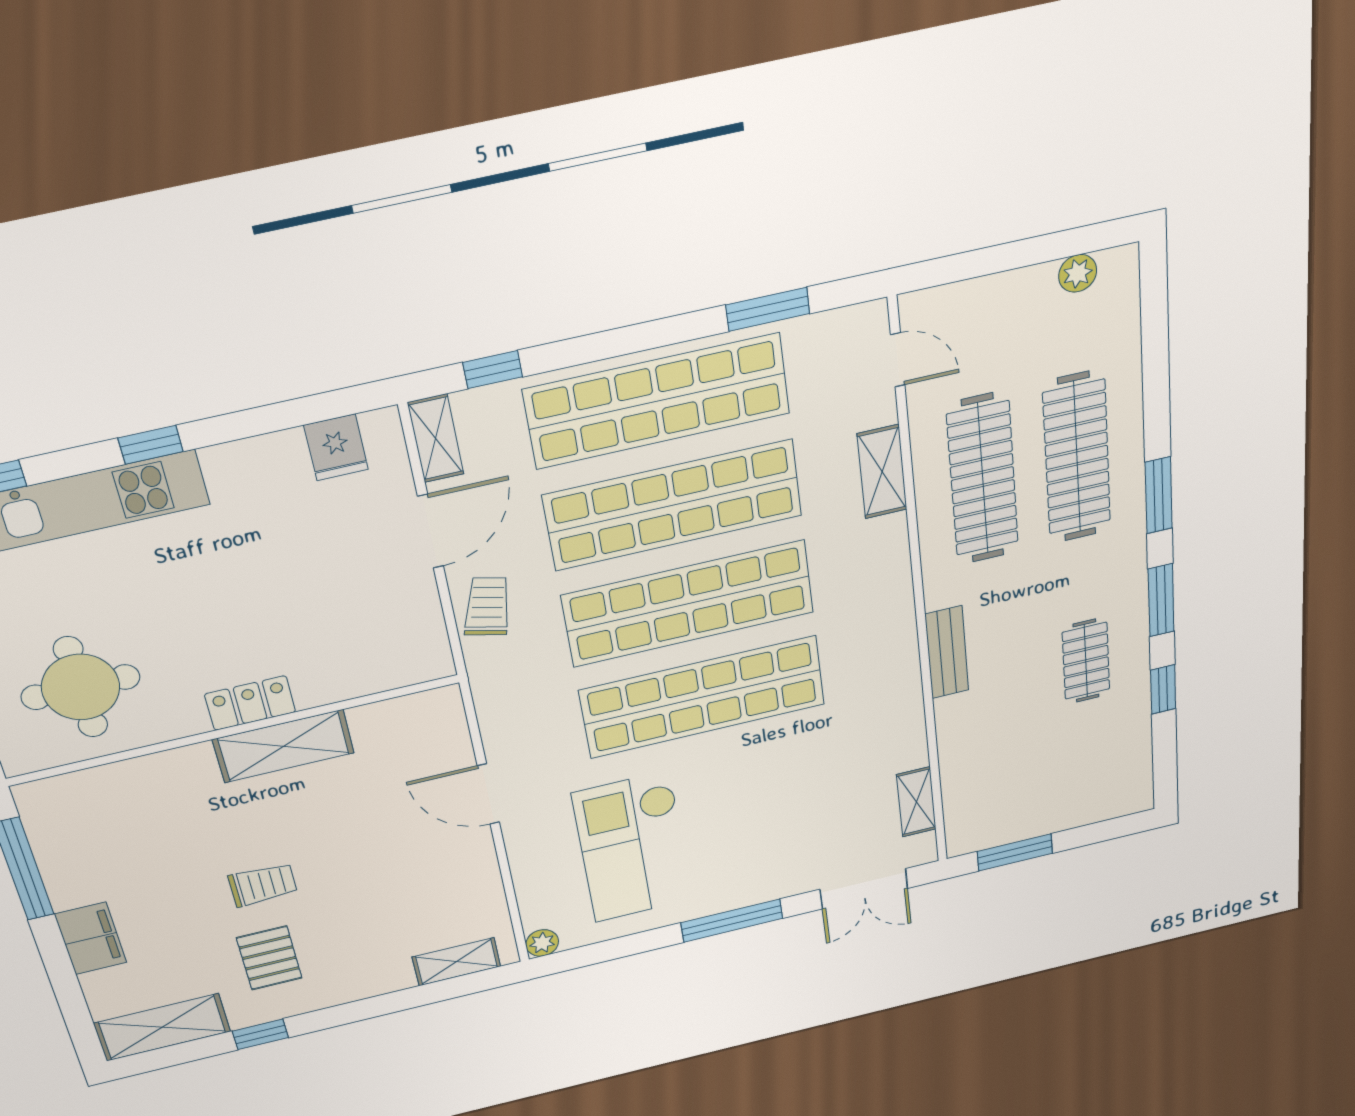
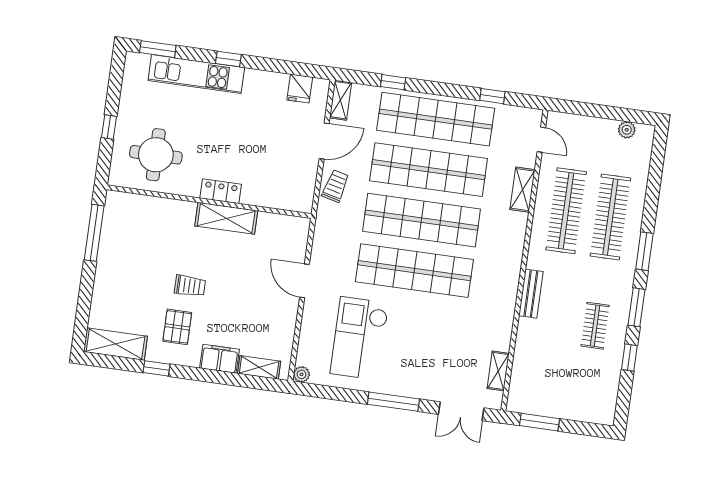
window: (768, 309) -> (492, 96), width x0.67
window: (493, 370) -> (393, 82), moved
filing cabinet: (91, 938) -> (219, 359), moved, turned -90

